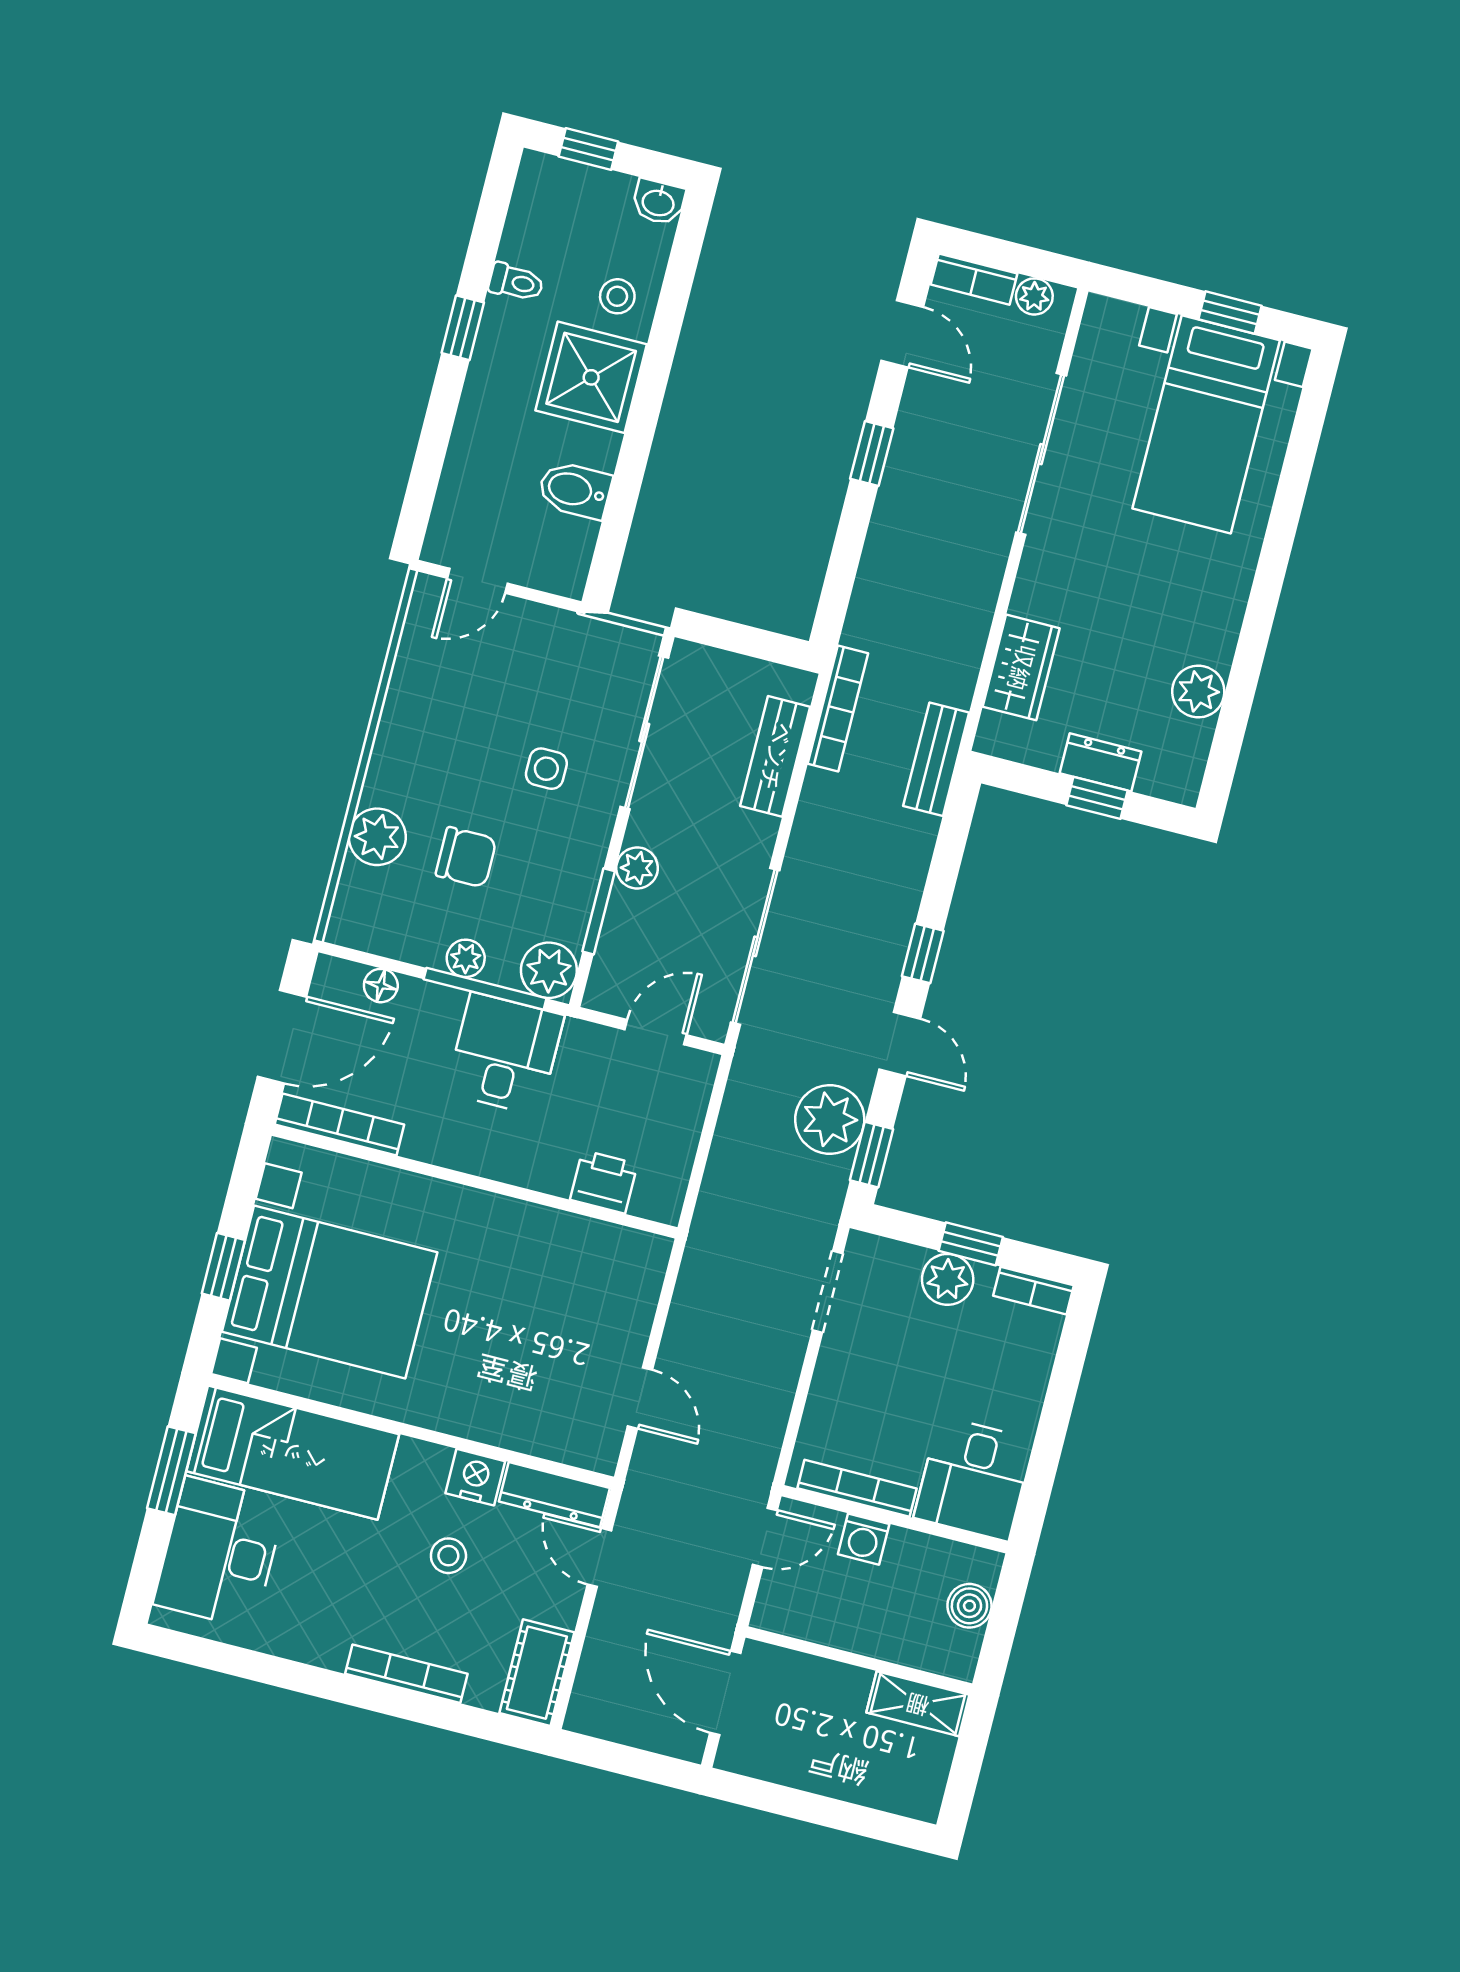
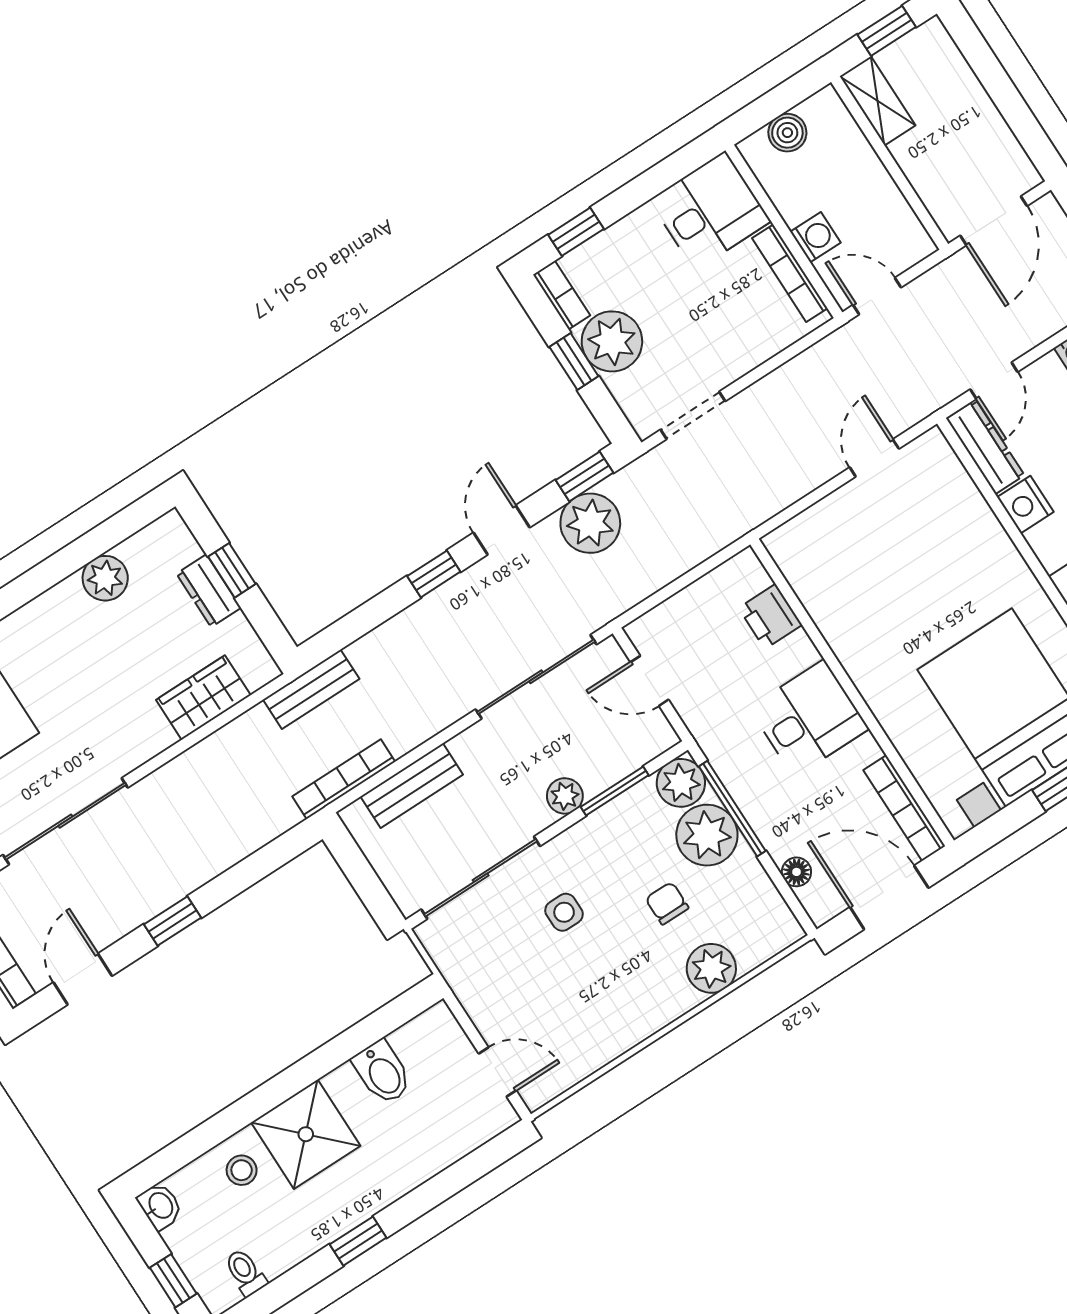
toilet: (516, 282) -> (245, 1272), moved
chair: (466, 857) -> (667, 903), width x0.73, depth x0.73
plant: (466, 958) -> (707, 835), width x1.88, depth x1.88
desk: (505, 1054) -> (809, 718), moved, turned 180
plant: (948, 1279) -> (612, 341), width x1.36, depth x1.36
window: (1071, 1356) -> (576, 232), added
window: (965, 1770) -> (887, 31), added

